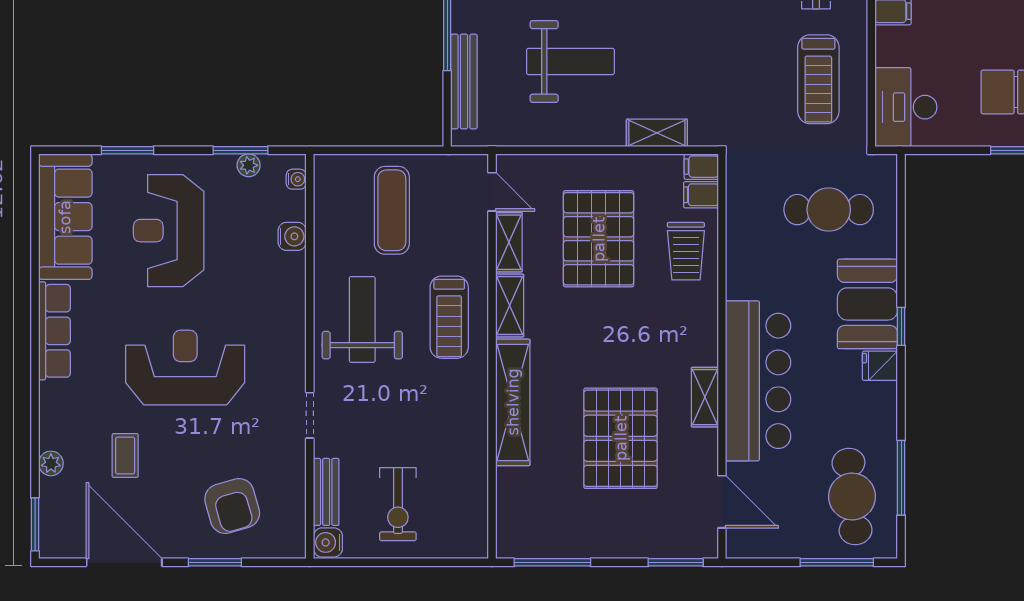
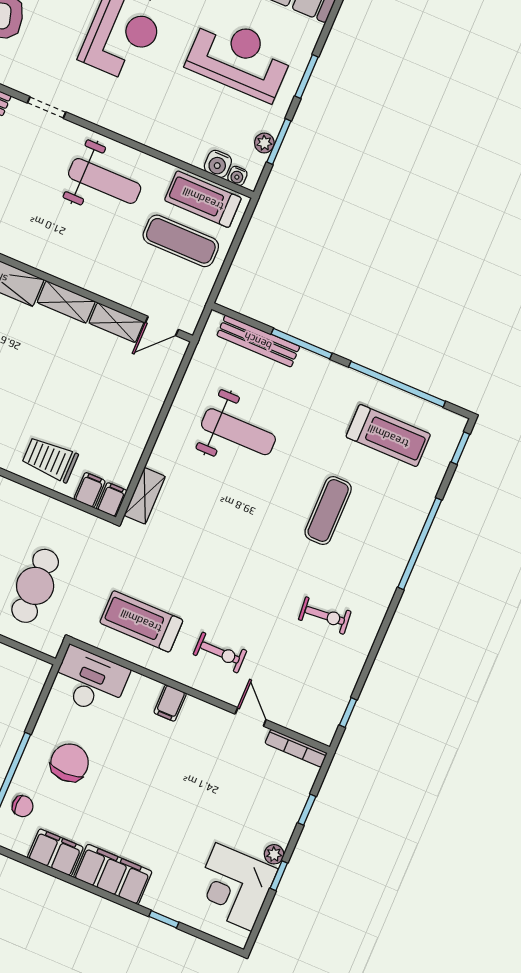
weight bench: (570, 61) -> (238, 432), turned -90
shelving: (657, 133) -> (145, 496), moved
window: (127, 150) -> (307, 77), moved
water cooler: (292, 236) -> (218, 164), moved
pallet: (599, 239) -> (89, 394), removed
treadmill: (449, 317) -> (203, 199), moved

